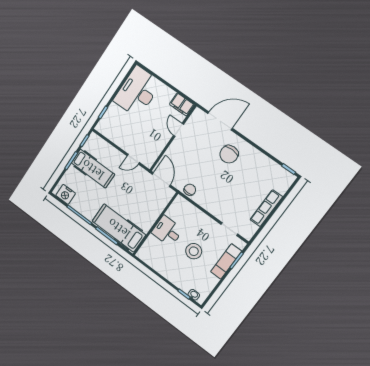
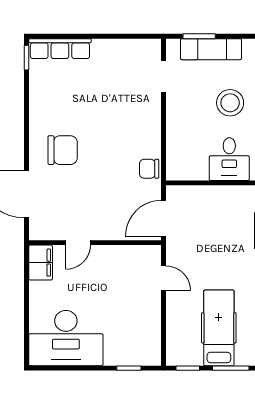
row of seats: (266, 208) -> (60, 49), moved

